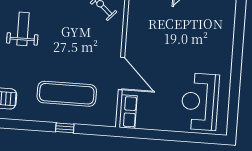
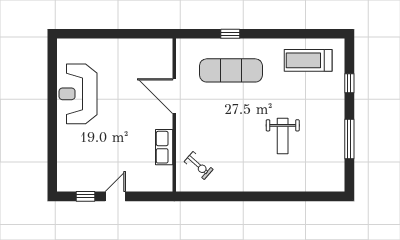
reception desk: (200, 102) -> (78, 94), moved, turned 180
row of seats: (128, 112) -> (164, 147), moved

